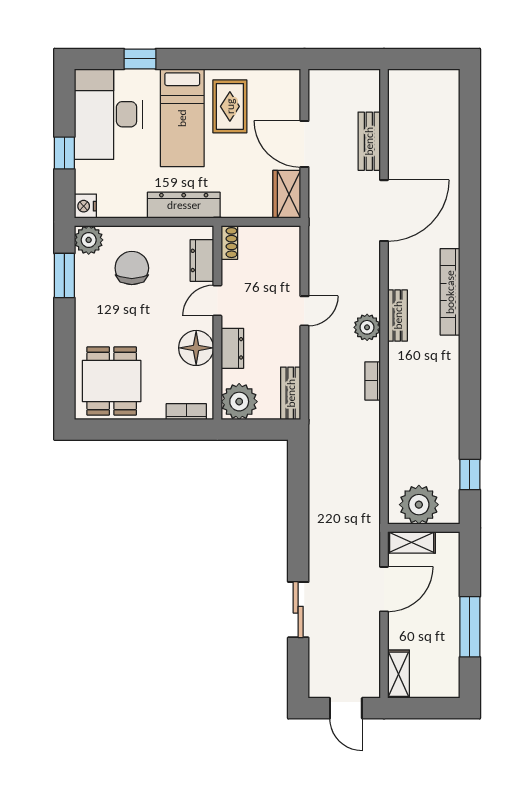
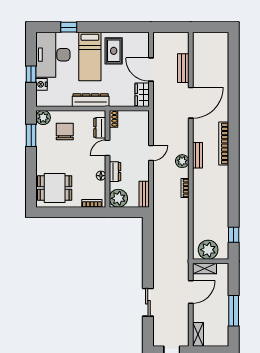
nightstand: (85, 206) -> (42, 84), moved
floor lamp: (196, 348) -> (101, 176), width x0.53, depth x0.53
dining table: (112, 381) -> (55, 188), turned 90

